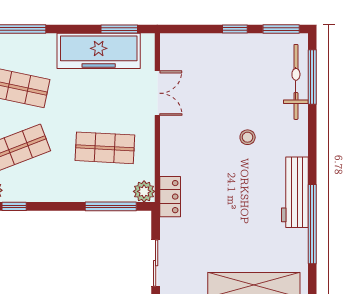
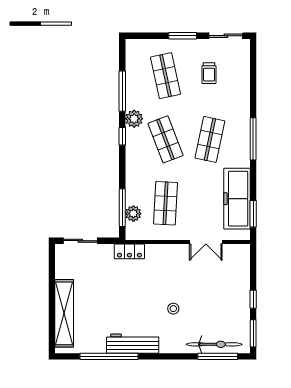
plant: (144, 191) -> (133, 214), moved

